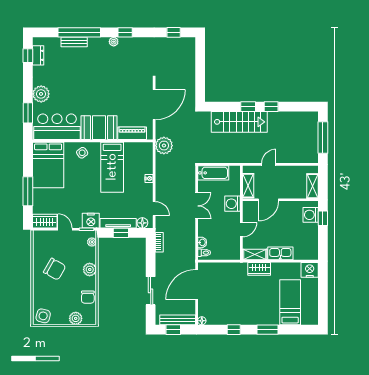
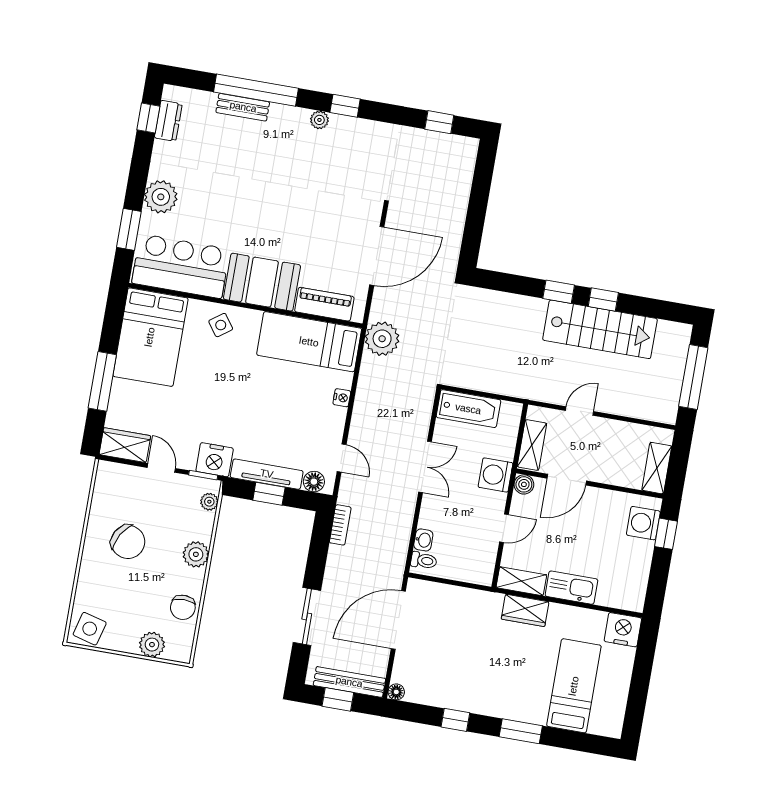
stairs: (239, 122) -> (600, 329), moved
bed: (112, 167) -> (309, 342), moved, turned 90
boiler: (248, 206) -> (524, 484), added

